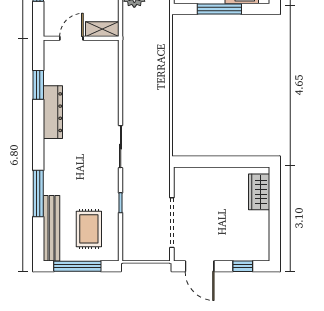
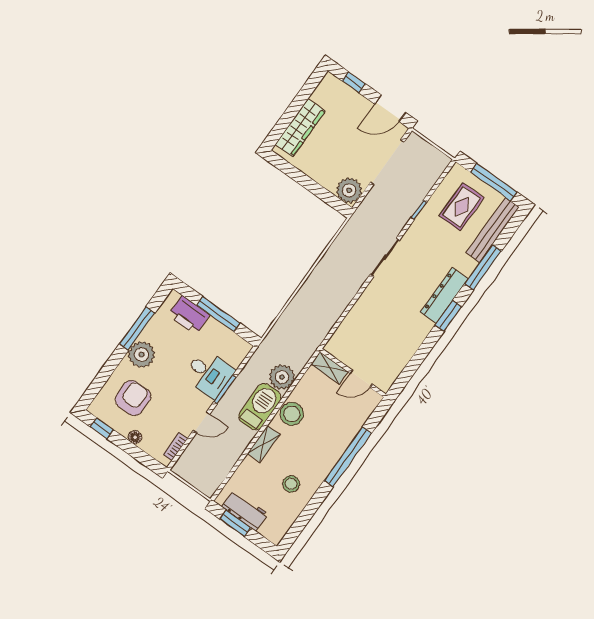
window: (38, 85) -> (448, 316), moved
dresser: (53, 112) -> (444, 295), moved
plant: (186, 179) -> (349, 190), added
wardrobe: (259, 192) -> (300, 128), width x1.50
door: (200, 266) -> (390, 108), swing flipped

